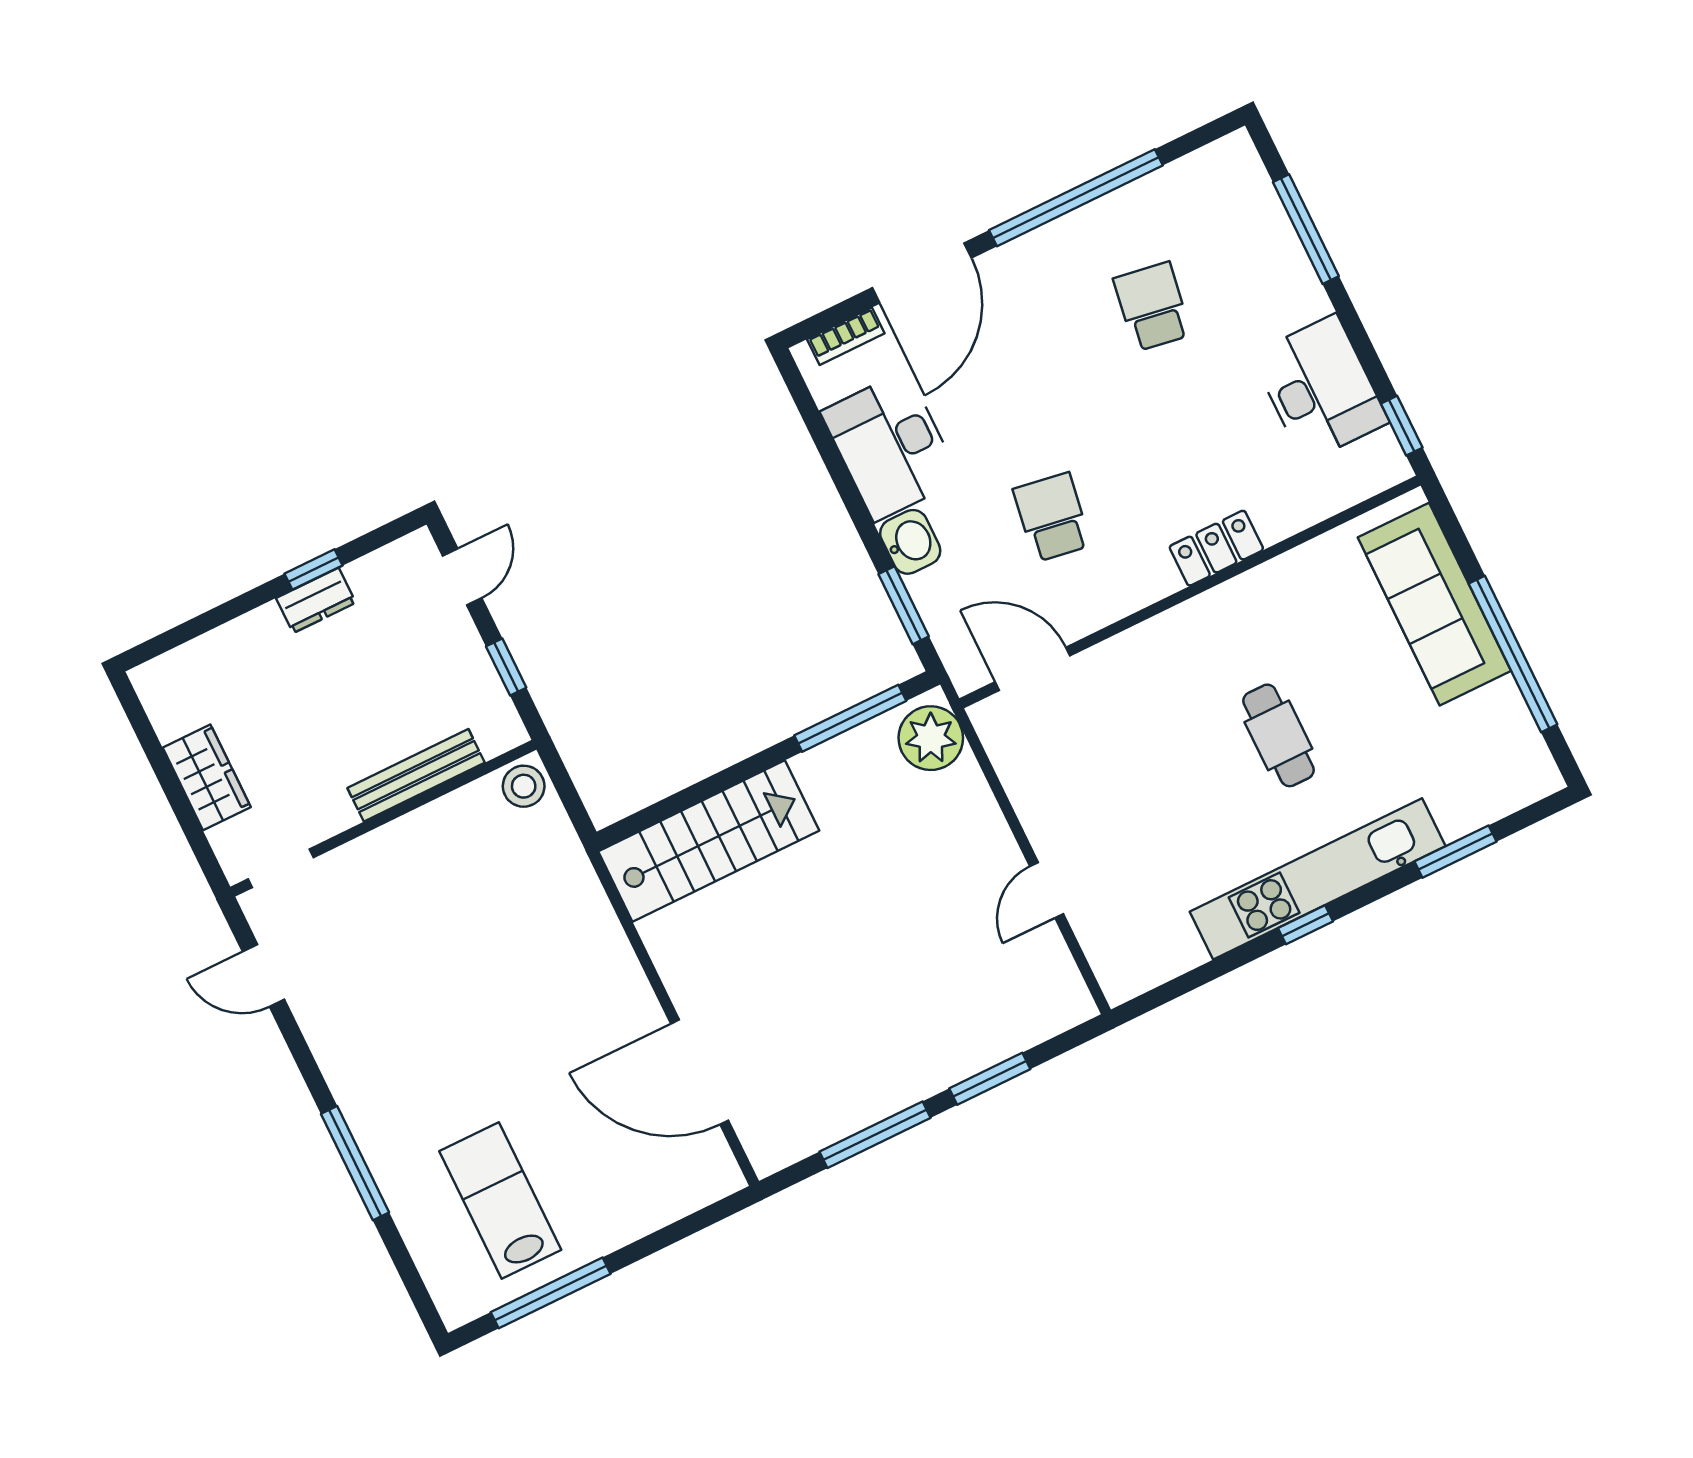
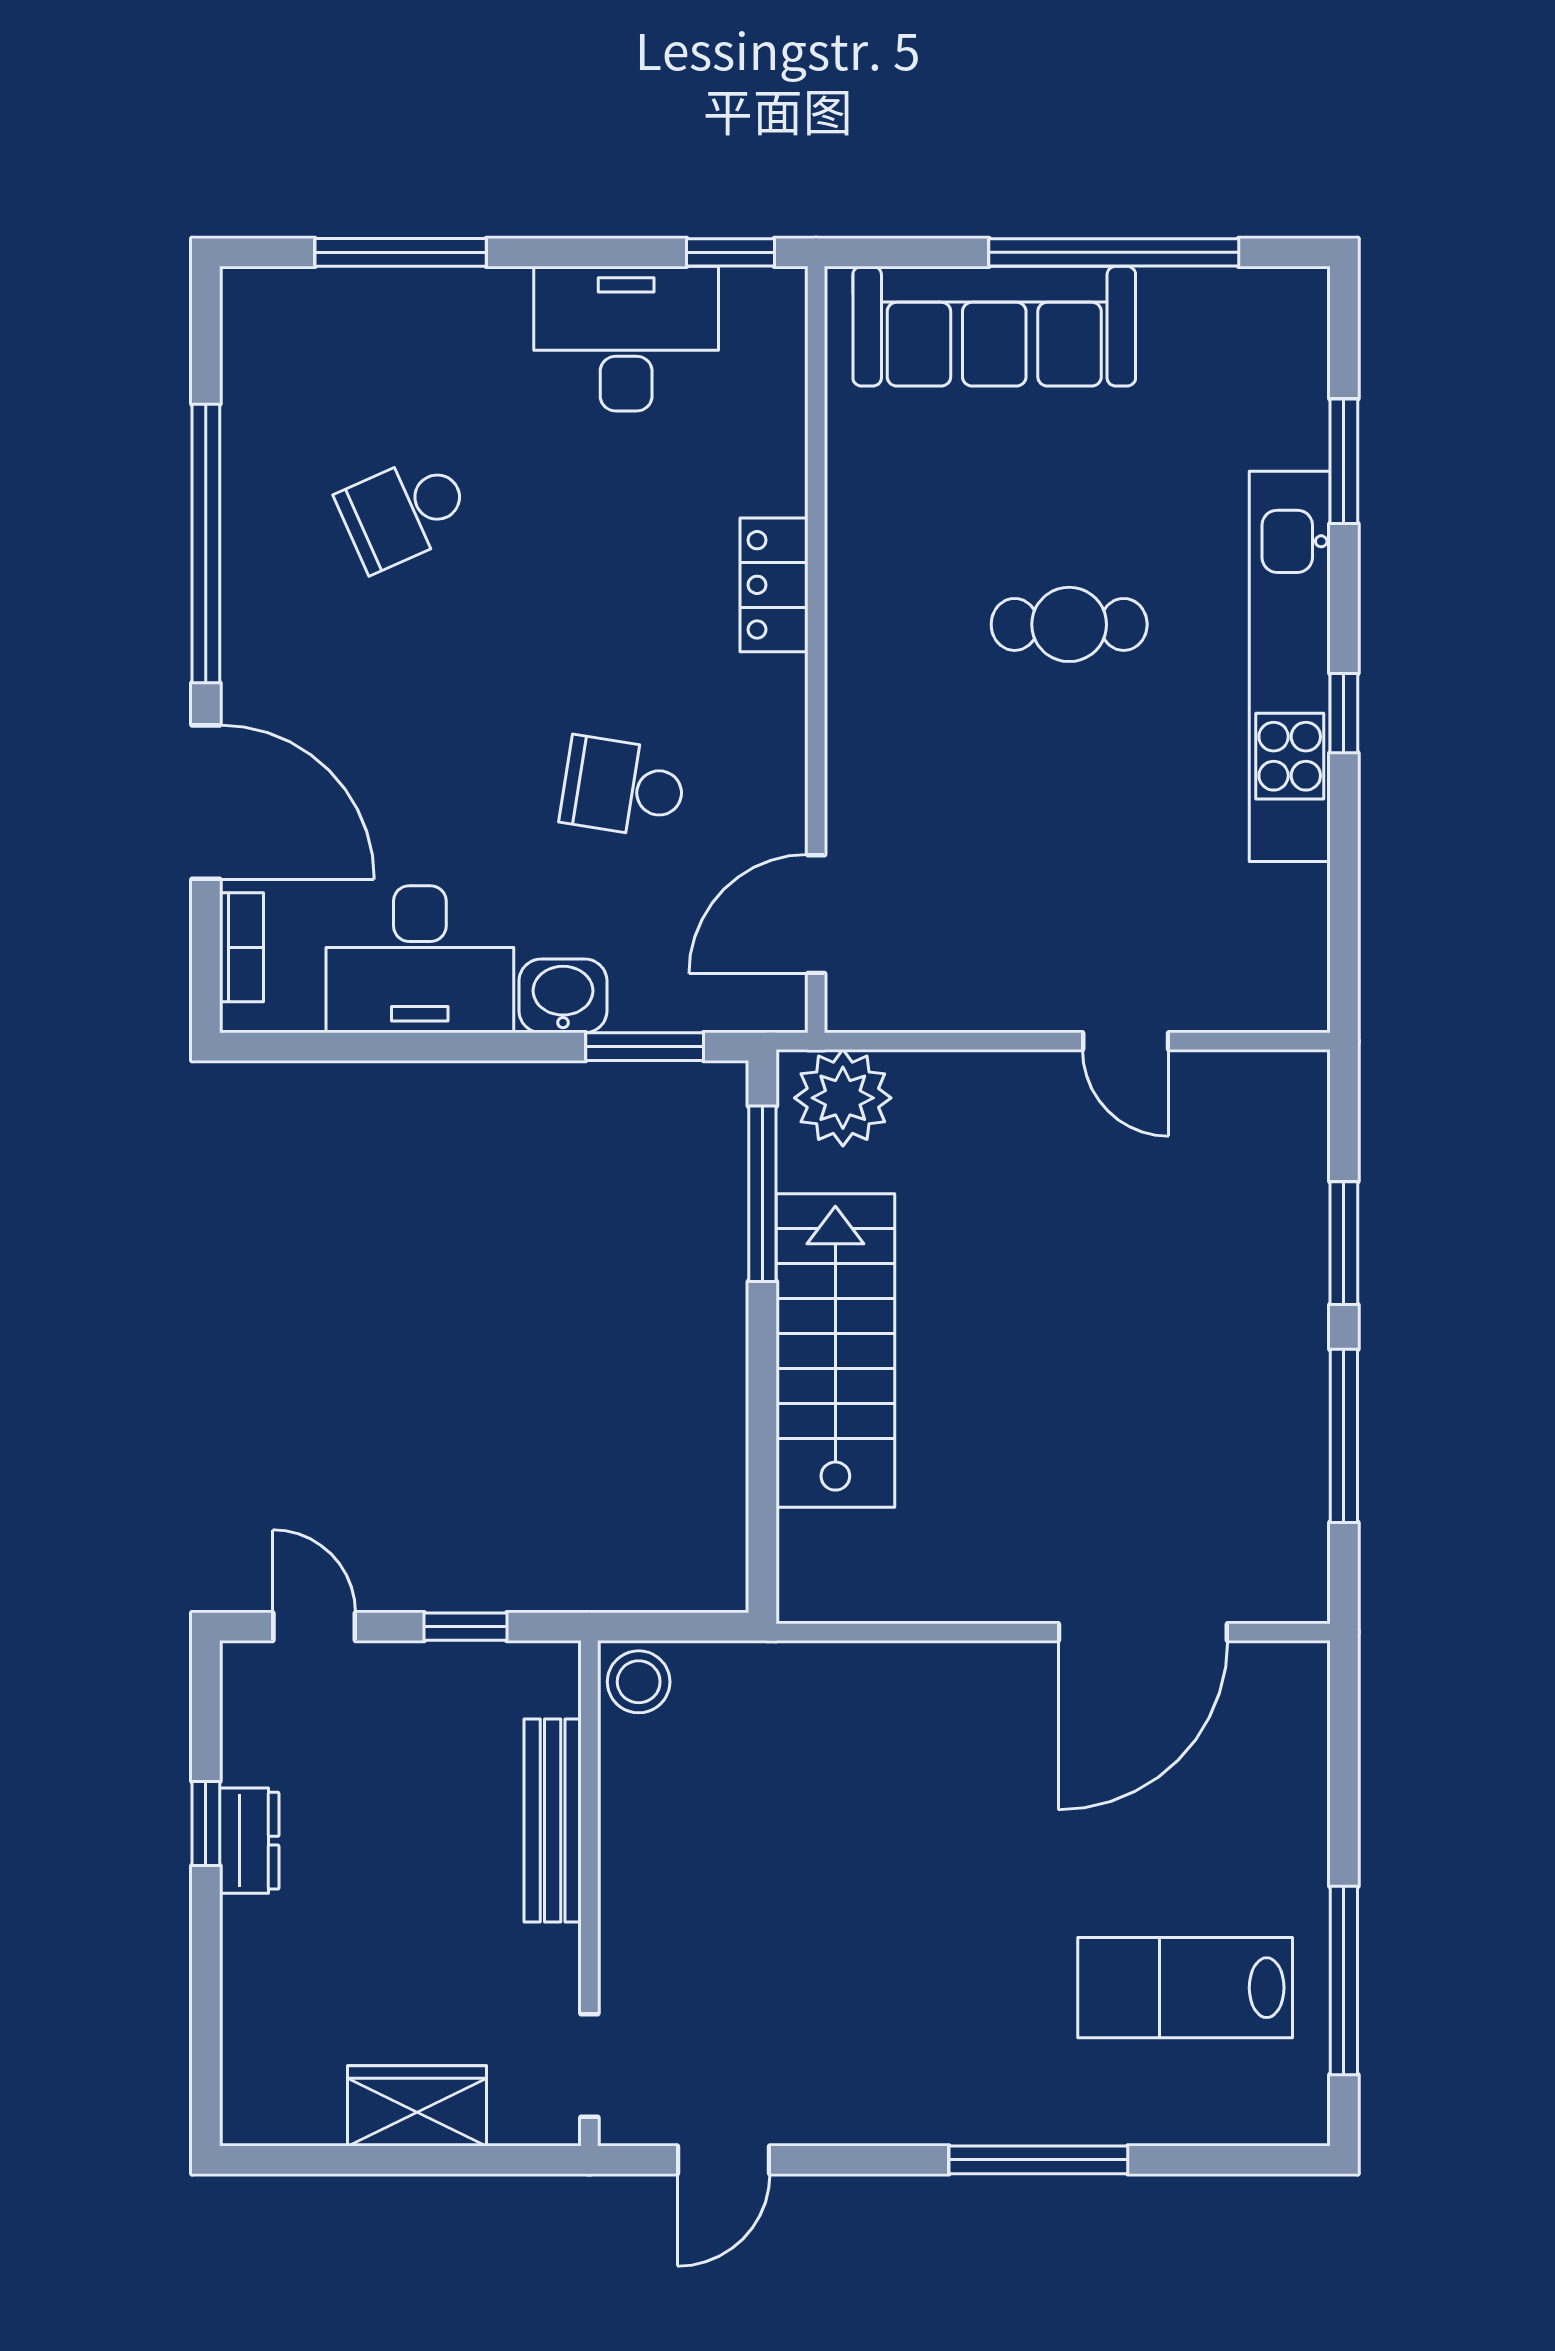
school desk: (1152, 307) -> (404, 512), turned -33
stairs: (709, 841) -> (835, 1351), moved

